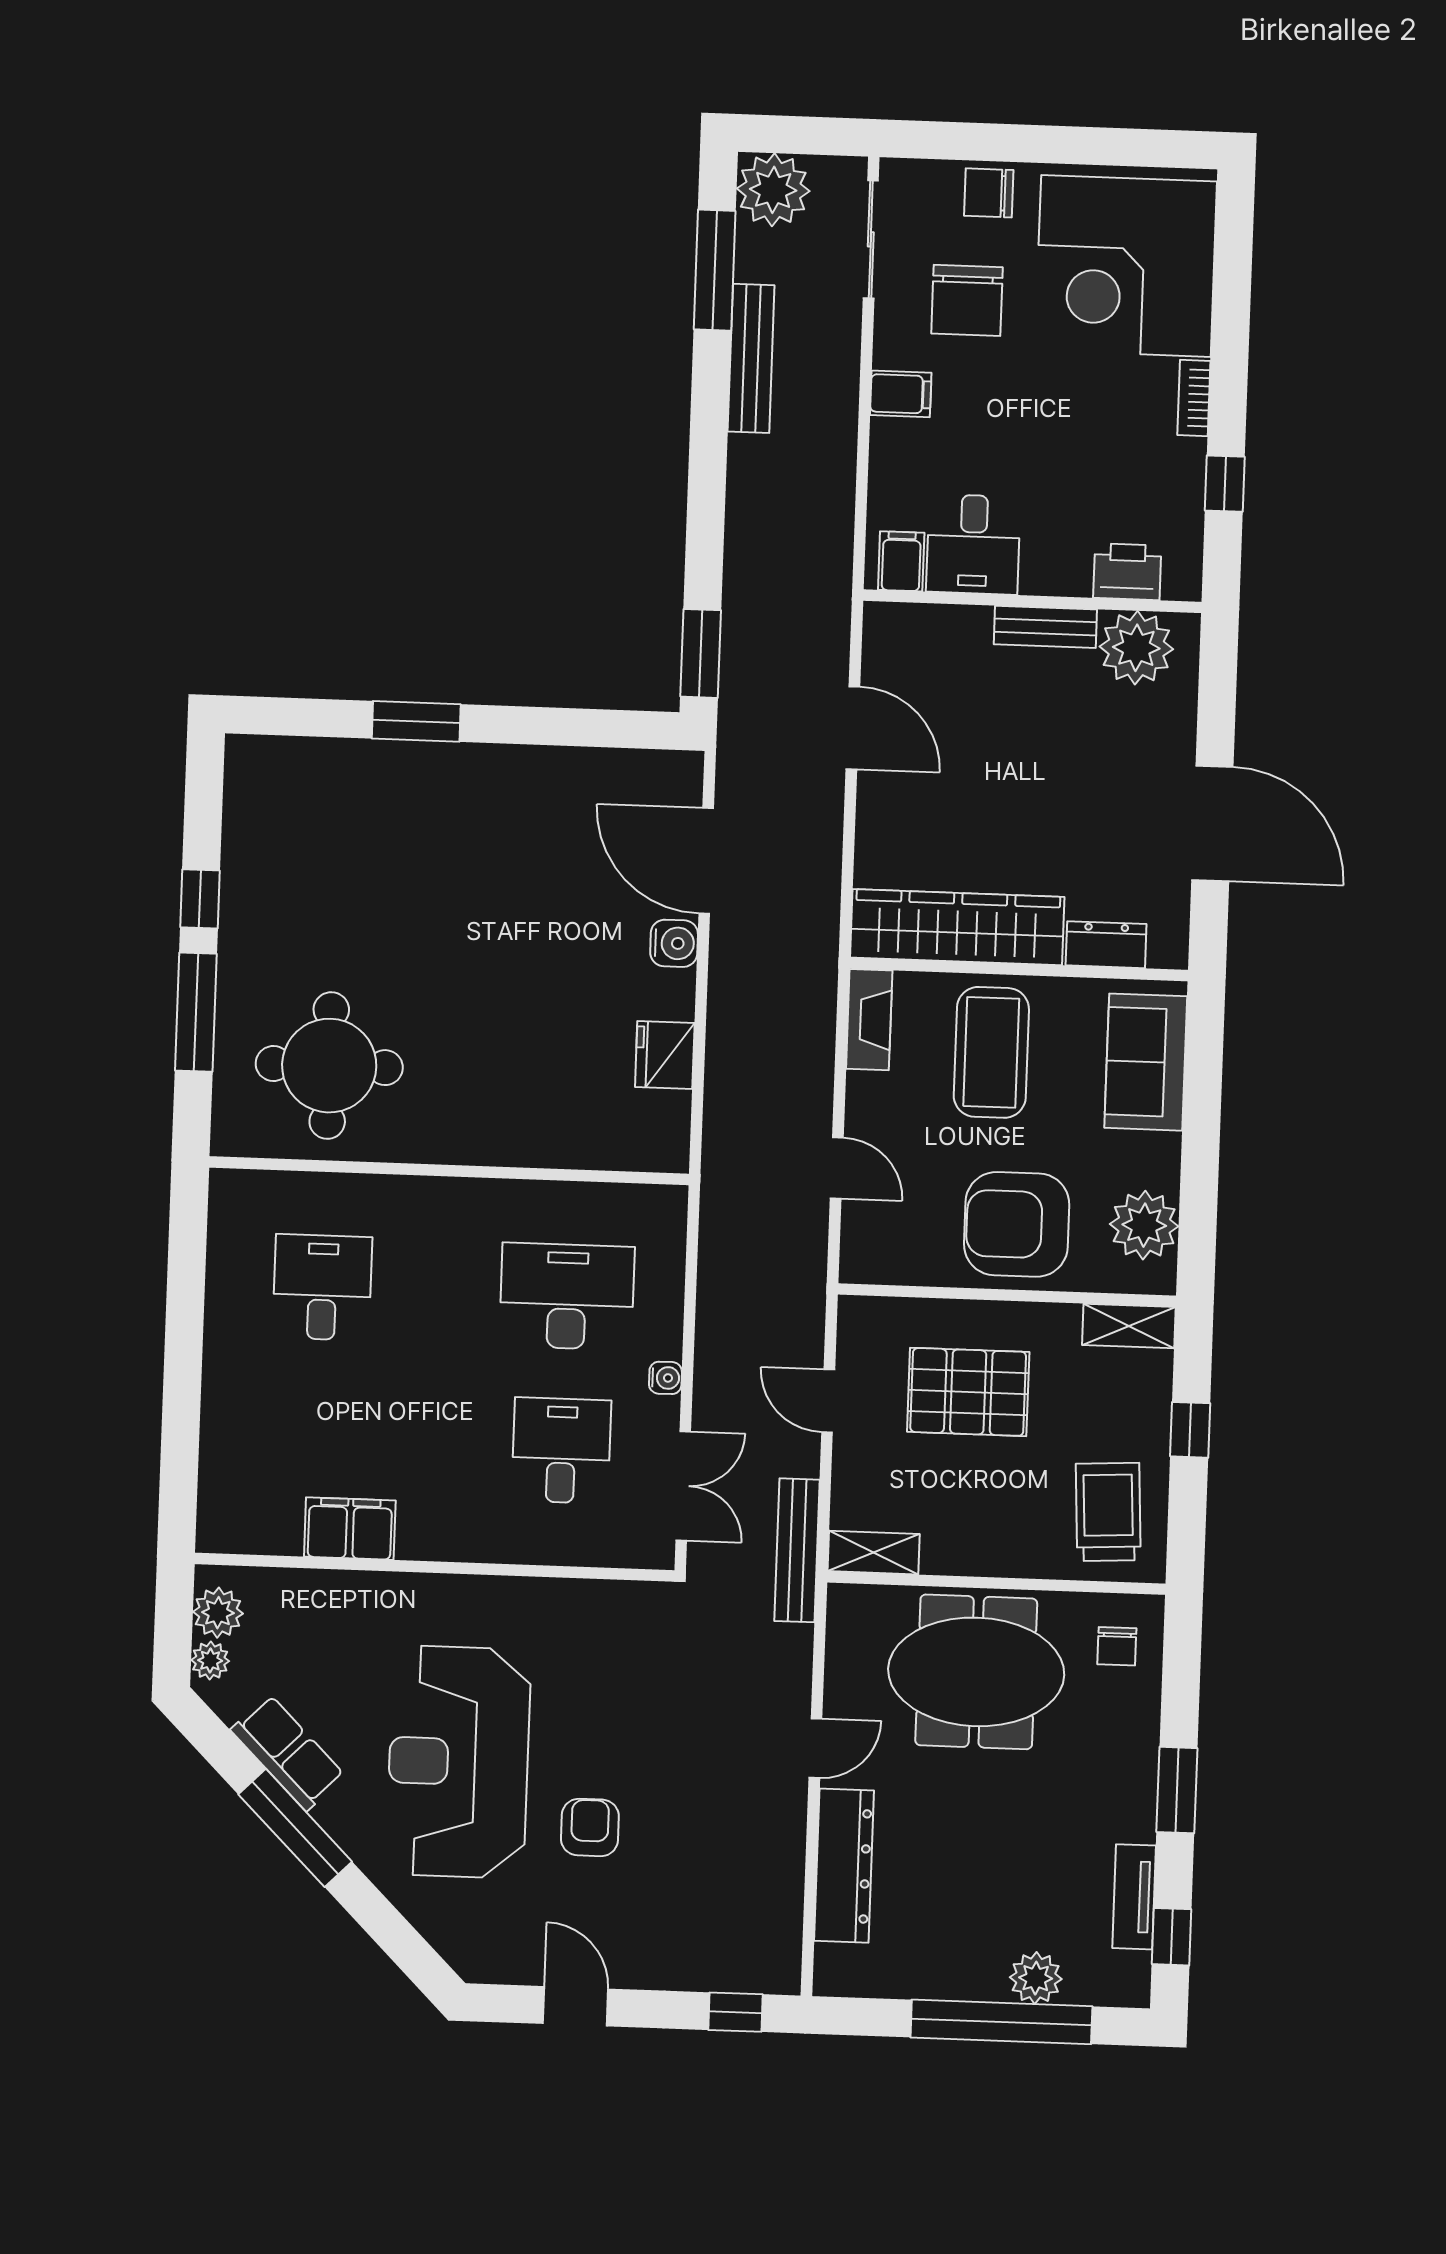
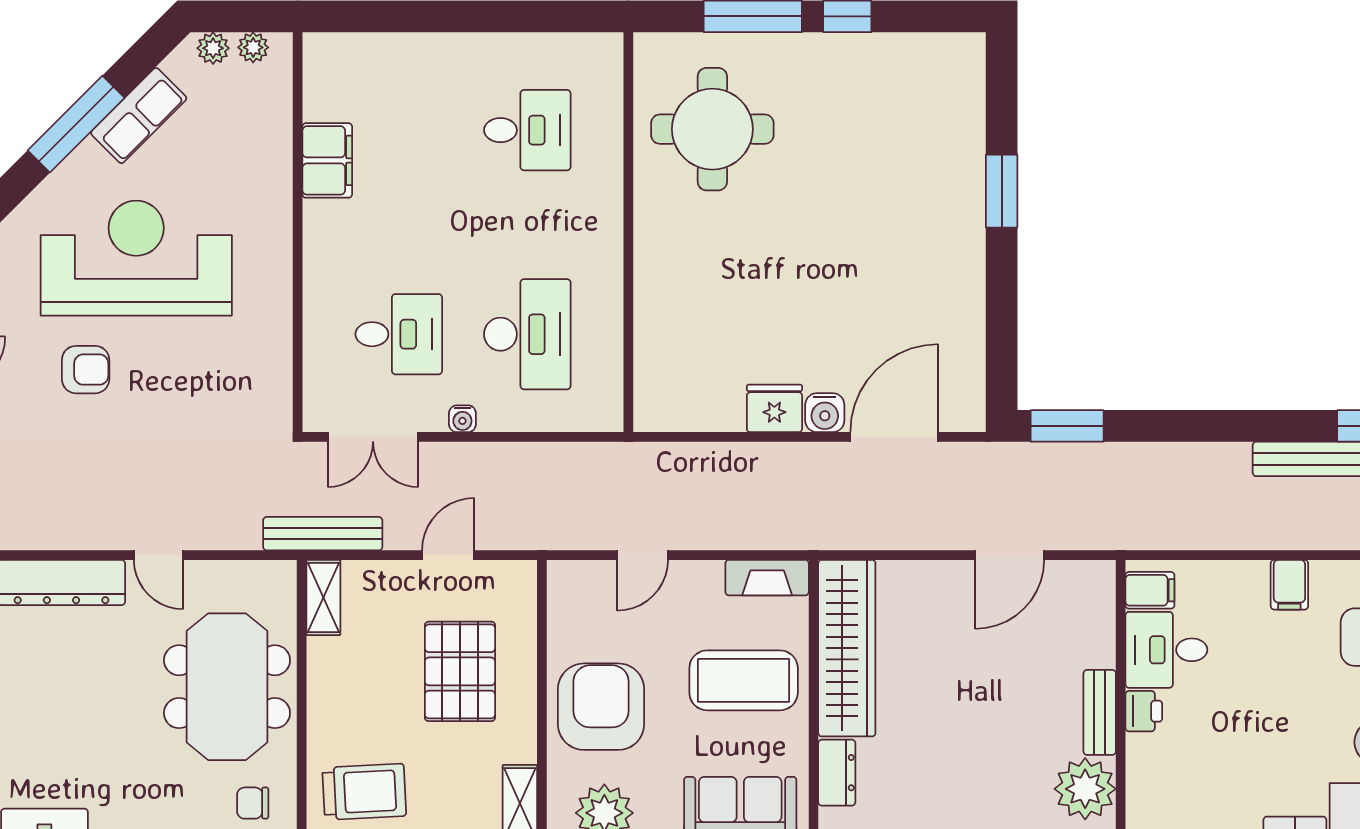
printer: (1127, 572) -> (1144, 711), moved, width x0.73, depth x0.81
fridge: (665, 1055) -> (774, 408), moved
plant: (218, 1613) -> (253, 47), width x0.73, depth x0.73

